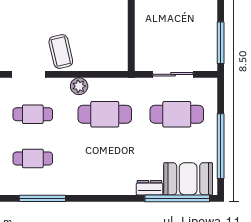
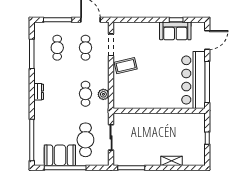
plant: (79, 86) -> (103, 94), moved
cafe table: (105, 114) -> (85, 94), width x0.73, depth x0.74
booth: (188, 179) -> (60, 155), moved, turned 90
dresser: (149, 188) -> (39, 92), moved

